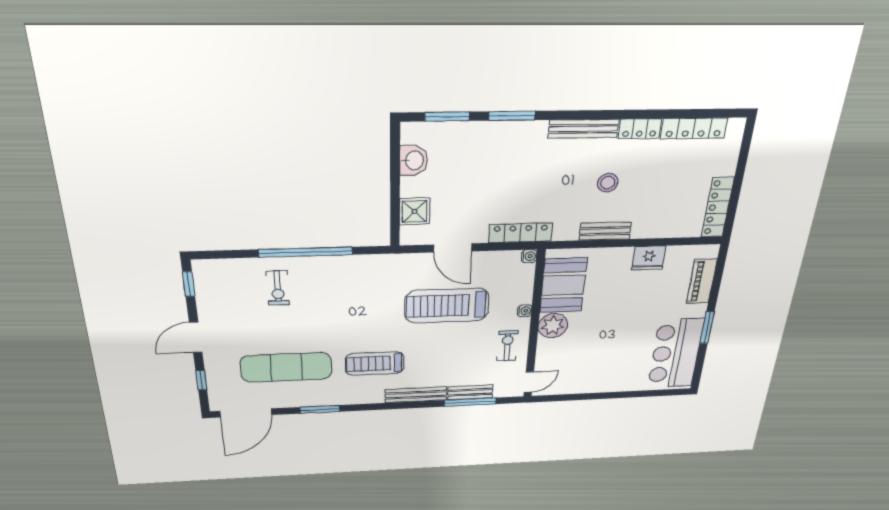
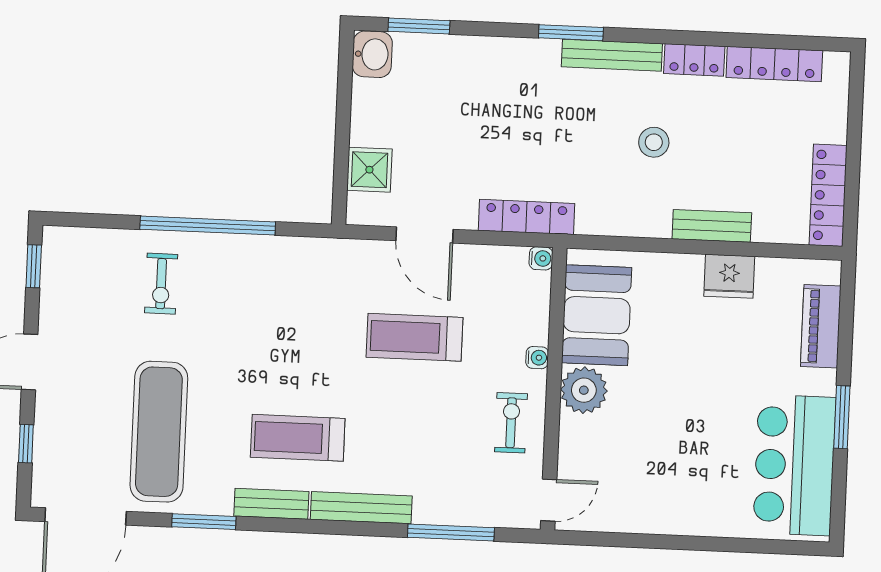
window: (512, 116) -> (571, 33), moved
washbasin: (414, 160) -> (372, 54), moved
bench: (605, 231) -> (712, 226), moved
treadmill: (447, 306) -> (415, 337), width x0.73, depth x0.73
exercise mat: (286, 367) -> (159, 432), turned 90
bench: (470, 392) -> (271, 504), moved

